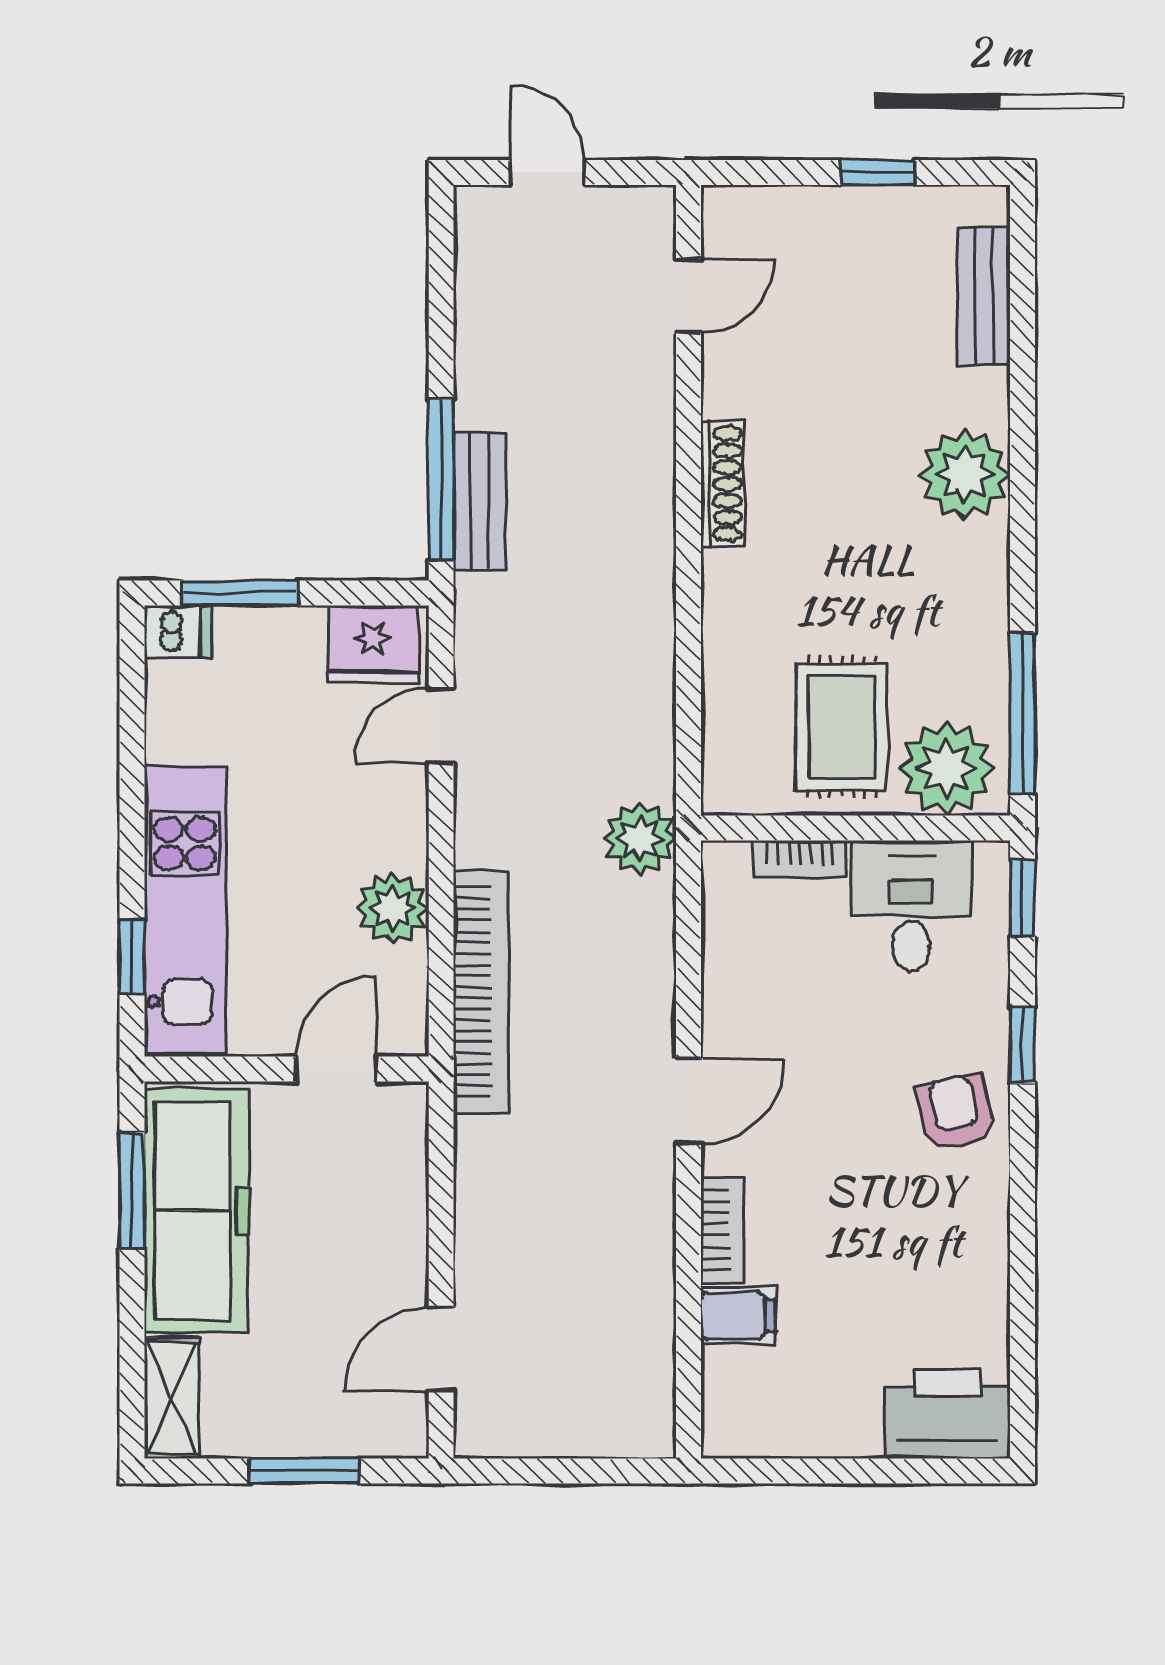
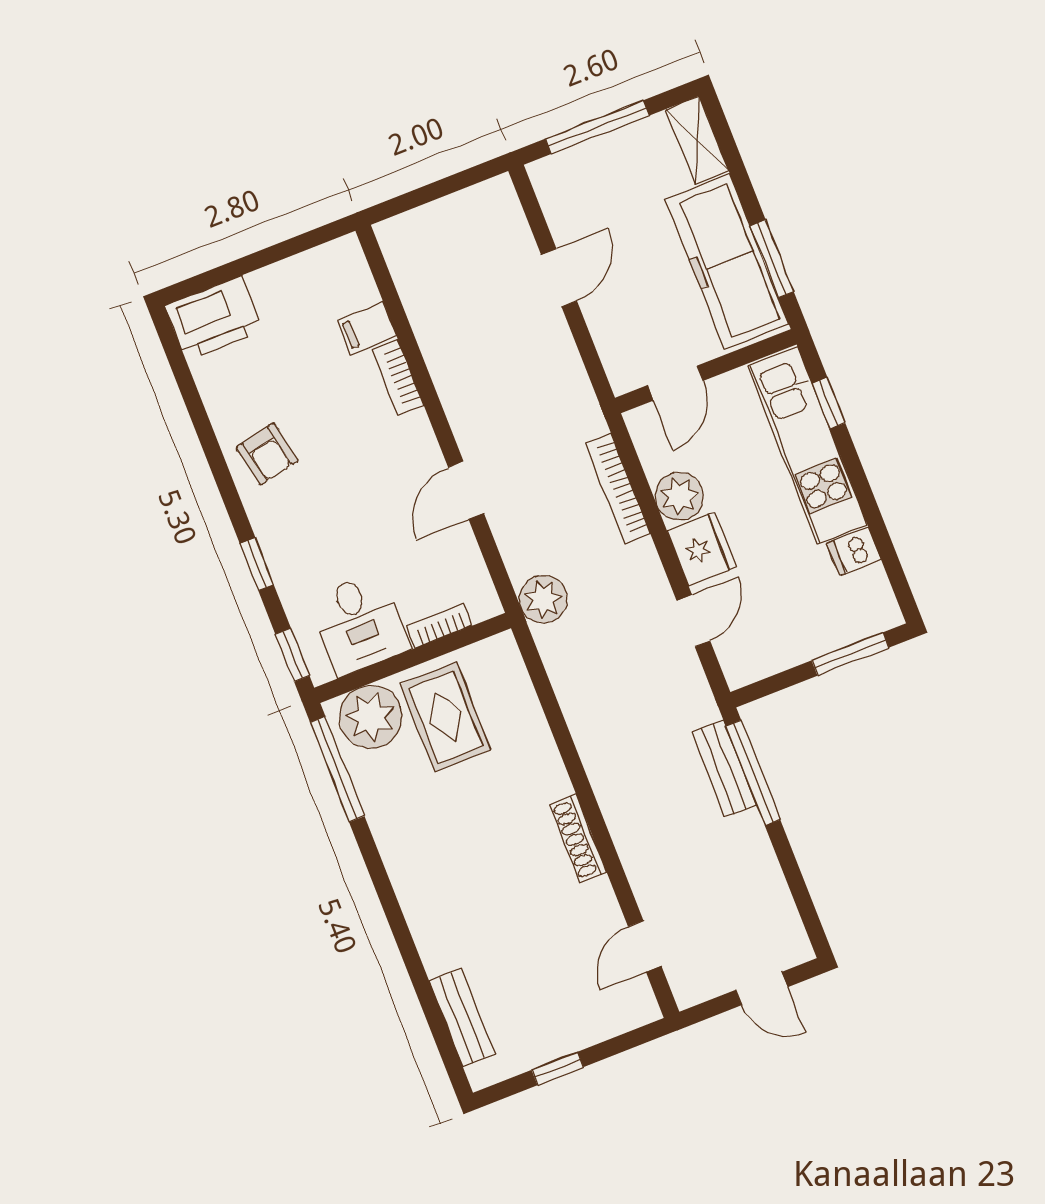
plant: (965, 474) -> (431, 903), removed
dishwasher: (178, 631) -> (854, 551), moved
fridge: (373, 644) -> (702, 549), moved, turned 90
bookcase: (481, 992) -> (618, 488), width x0.68, depth x0.76
door: (688, 1101) -> (466, 490), moved
armchair: (955, 1113) -> (267, 454), moved
door: (441, 1349) -> (559, 278), moved
window: (305, 1471) -> (597, 127), width x1.44

